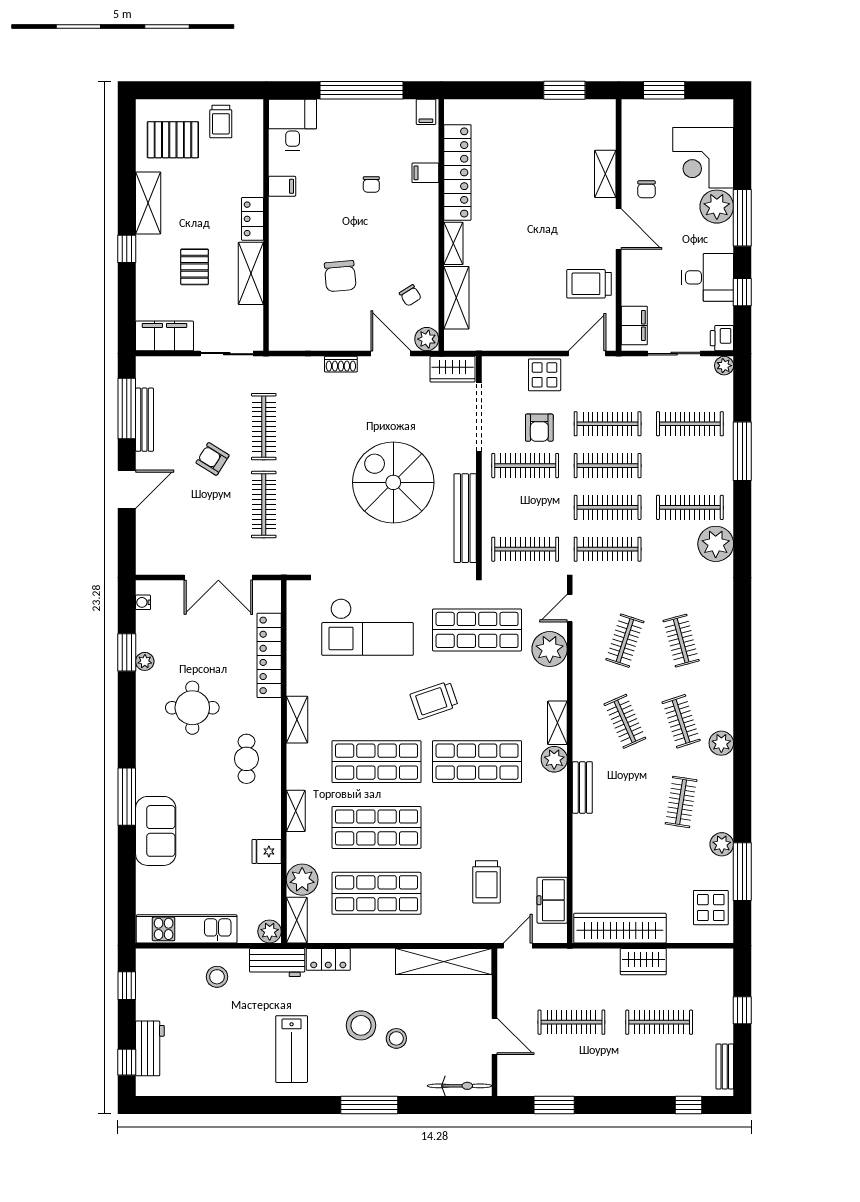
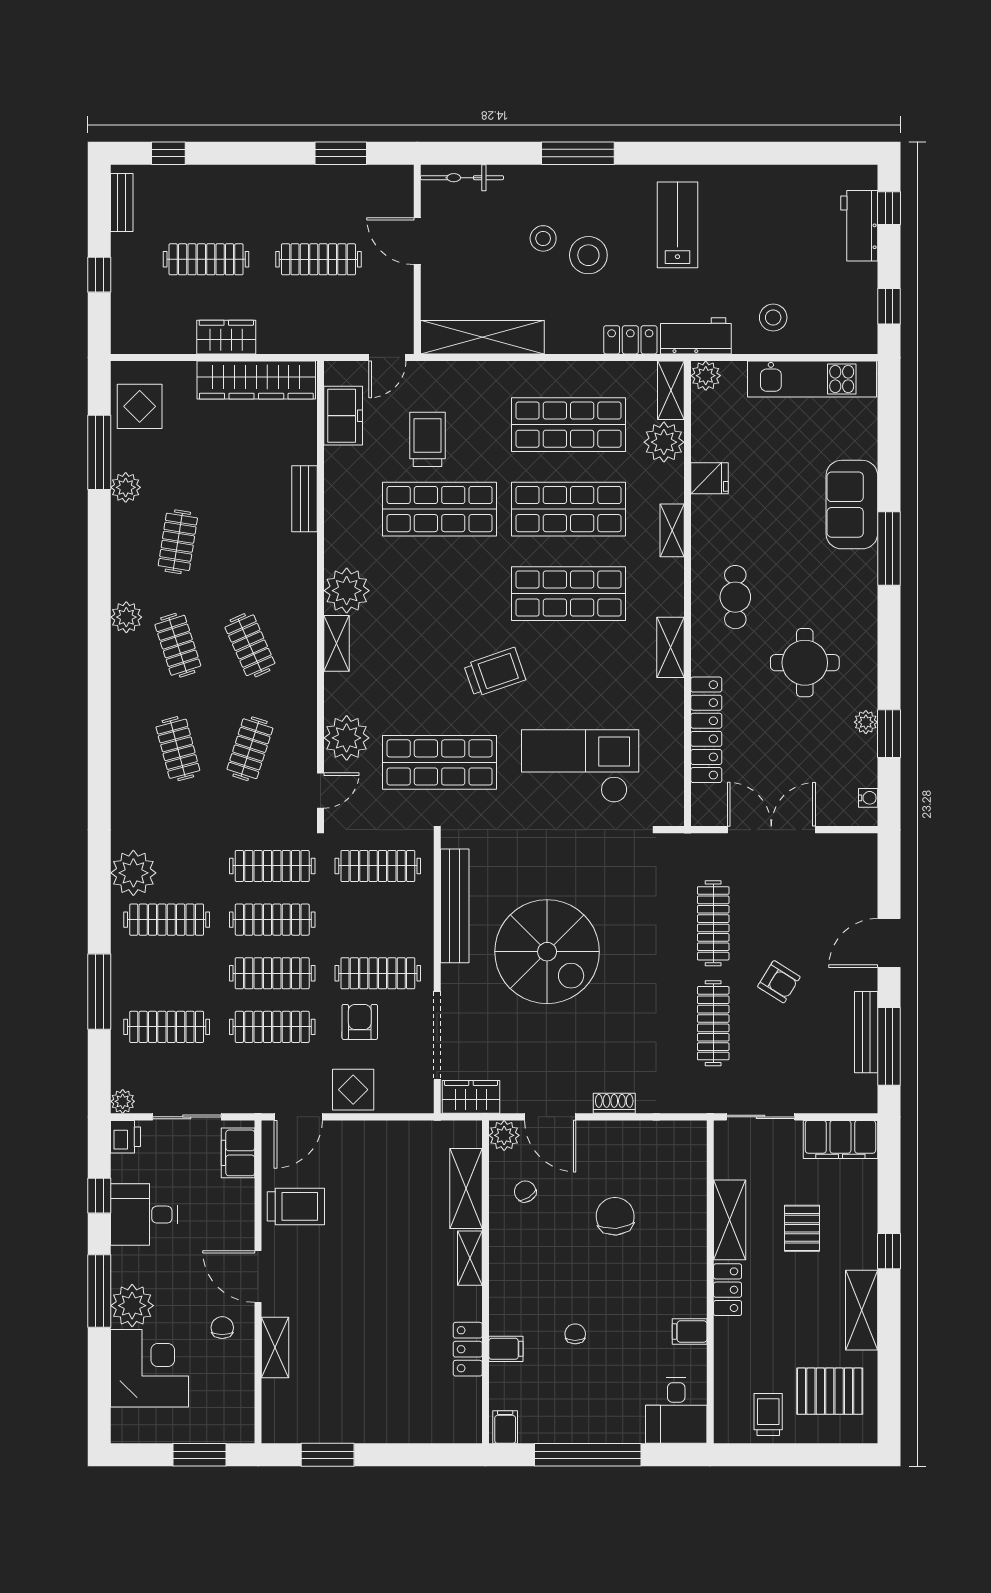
locker: (457, 172) -> (468, 1349), width x0.46, depth x0.83
plant: (554, 759) -> (347, 591), width x1.36, depth x1.36
shop shelf: (477, 762) -> (440, 509), moved
bench: (582, 787) -> (305, 499), moved

